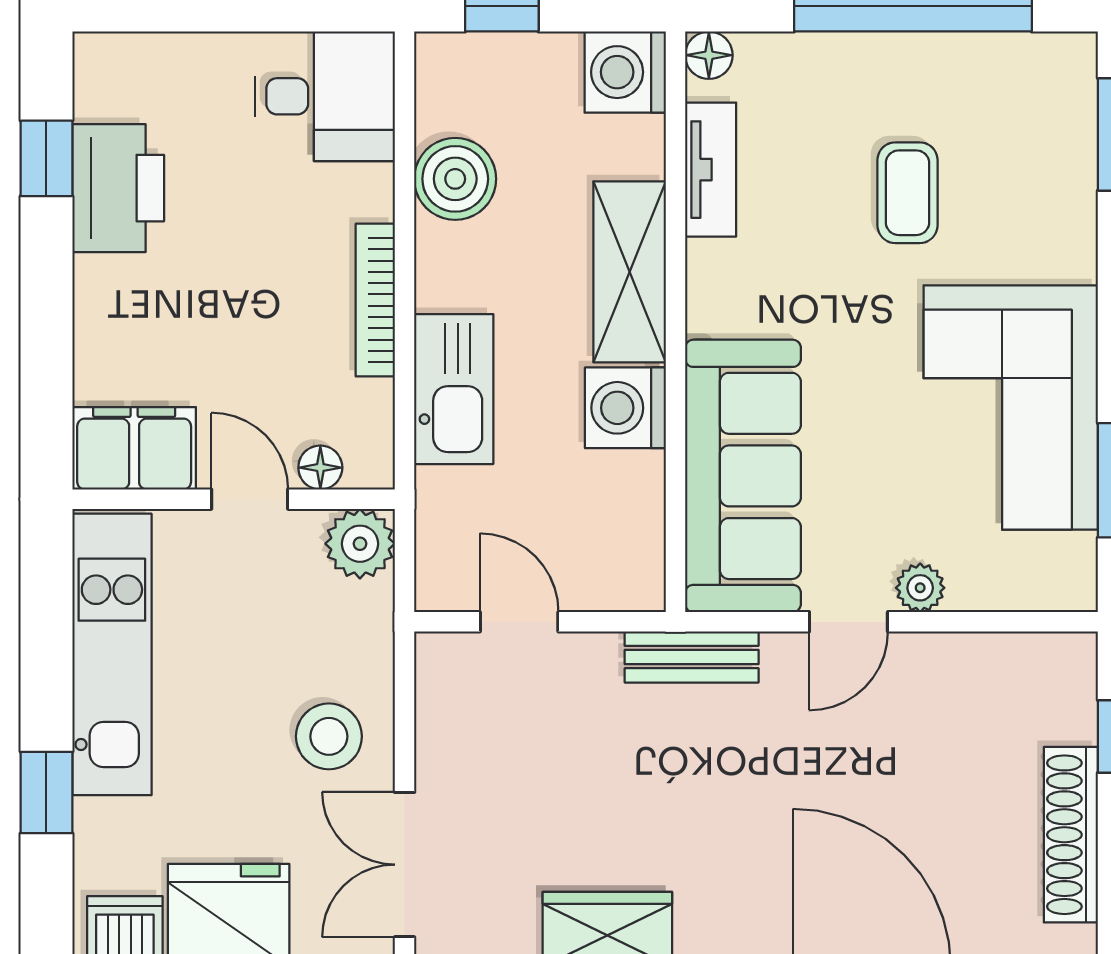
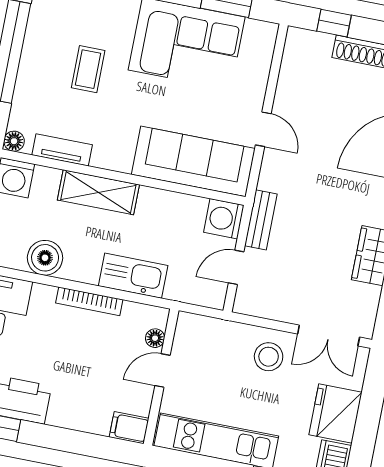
coffee table: (907, 193) -> (88, 69), turned 90
washing machine: (625, 408) -> (224, 219), moved, turned 90
filing cabinet: (134, 448) -> (129, 428), width x0.50
plant: (360, 544) -> (190, 328), removed
plant: (920, 588) -> (255, 96), removed
bench: (692, 657) -> (261, 220), moved

